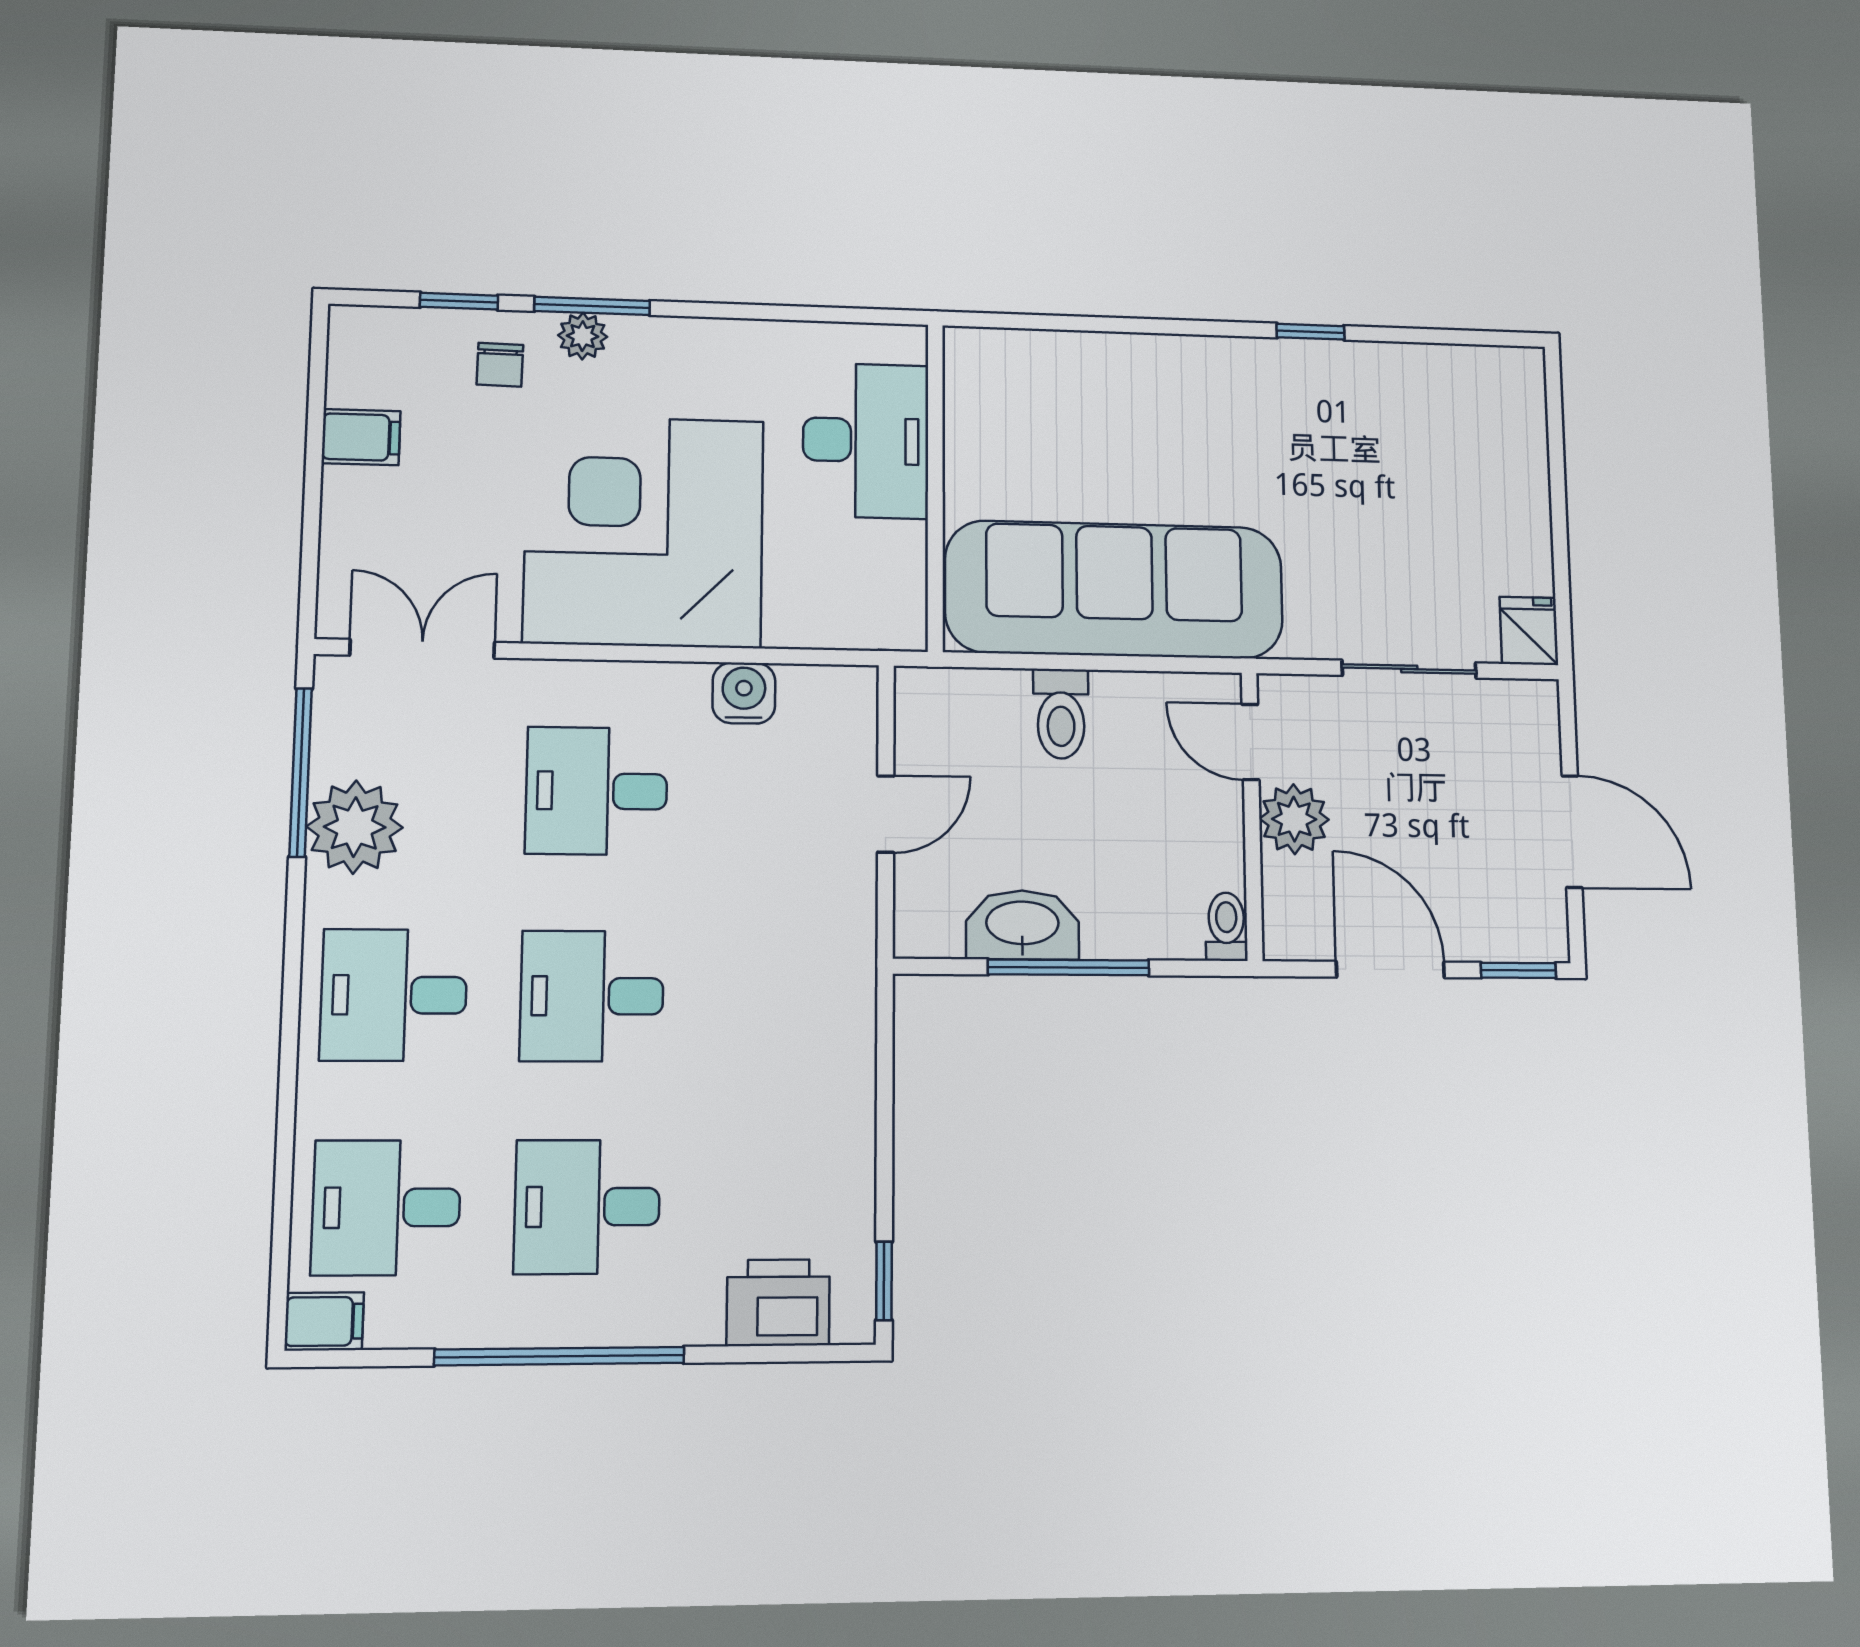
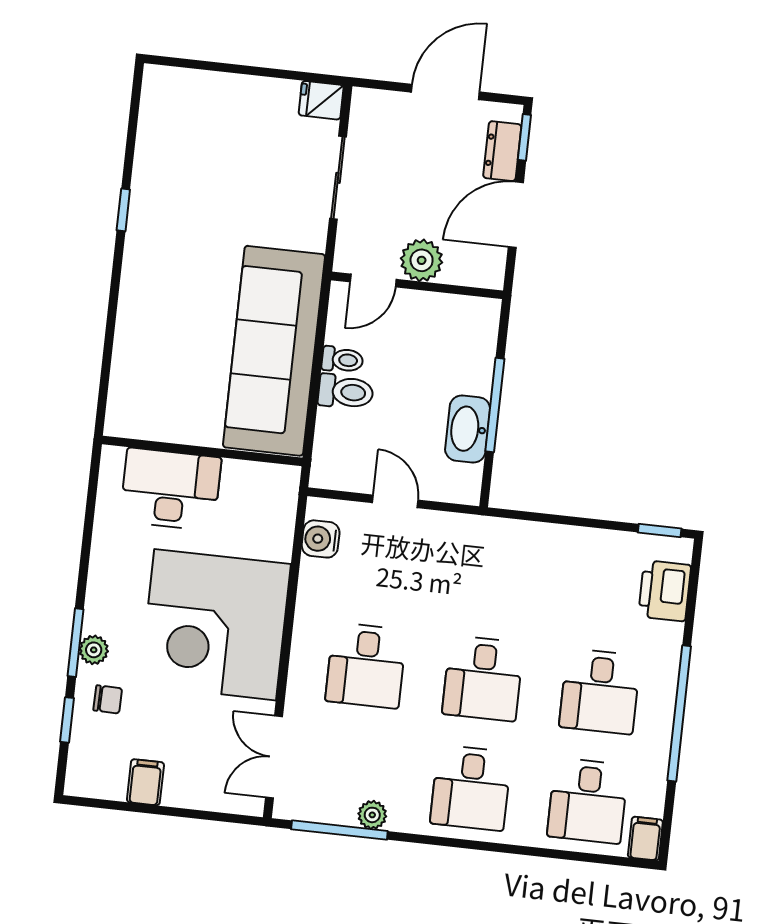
water cooler: (744, 693) -> (321, 539), moved
plant: (355, 827) -> (372, 815), width x0.53, depth x0.53
toilet: (1226, 927) -> (342, 360), moved, turned 180
dresser: (1491, 936) -> (502, 151), added

